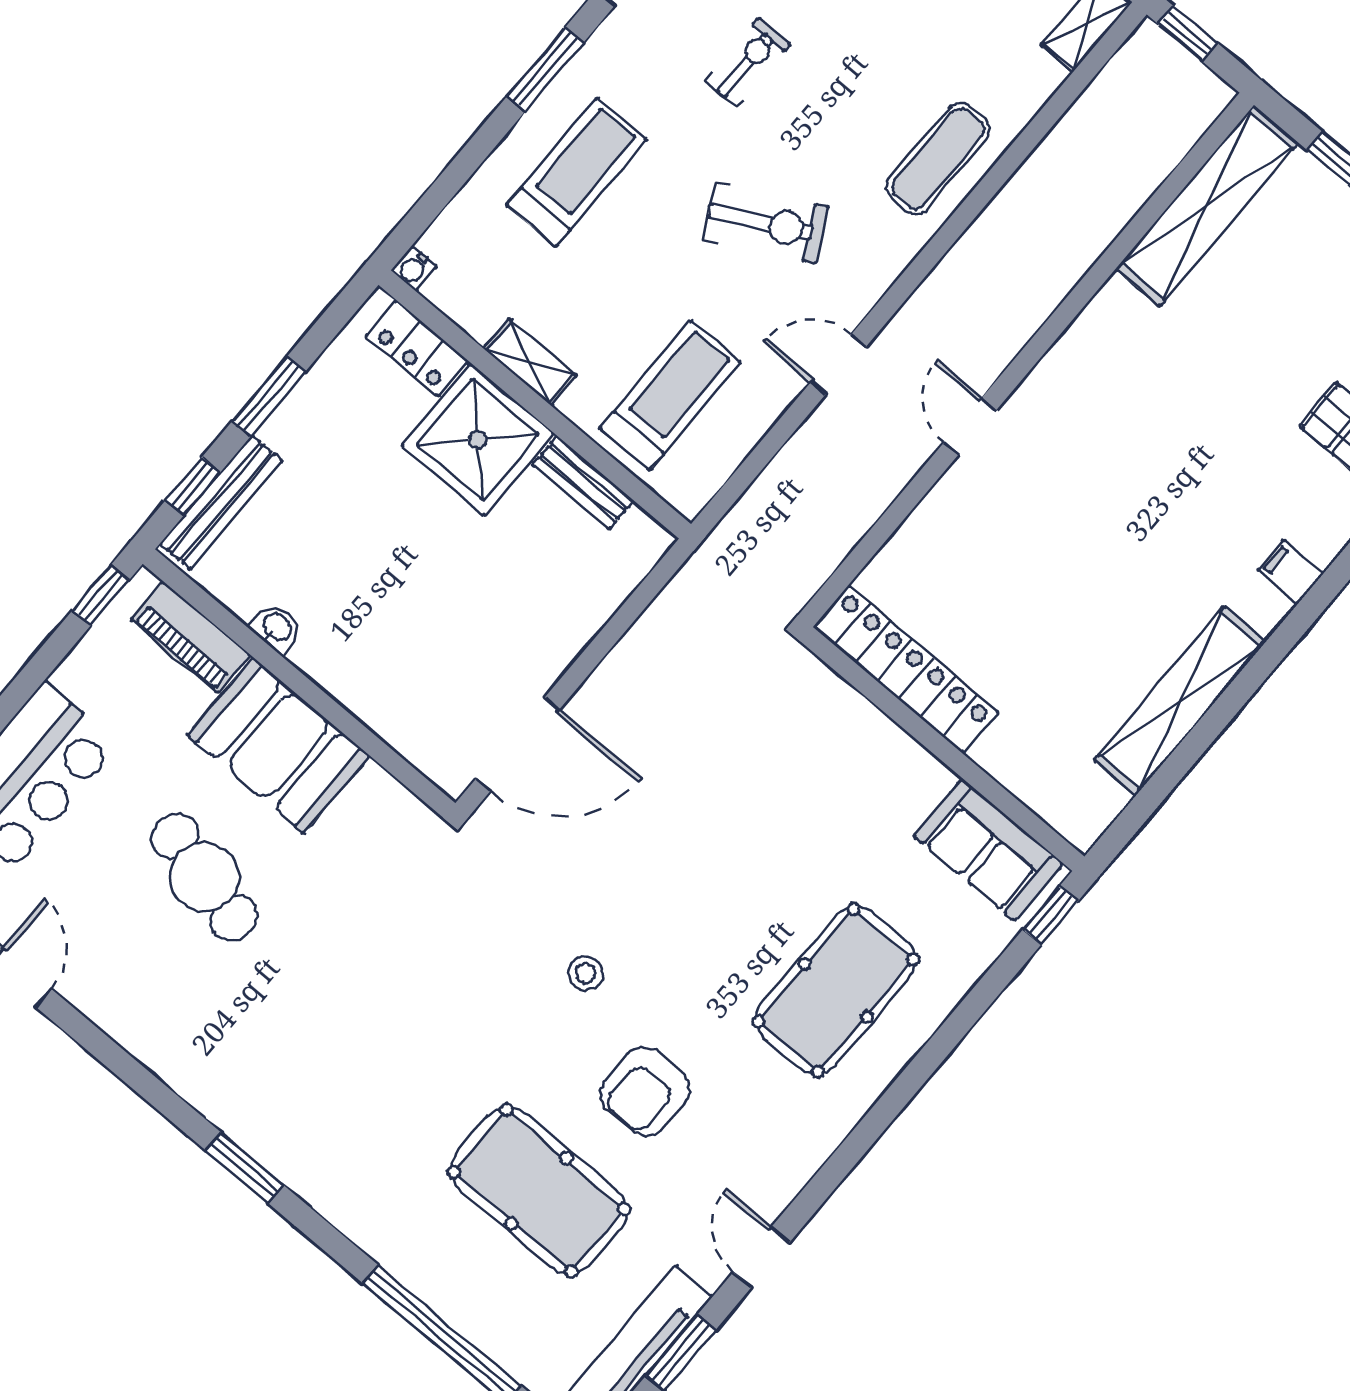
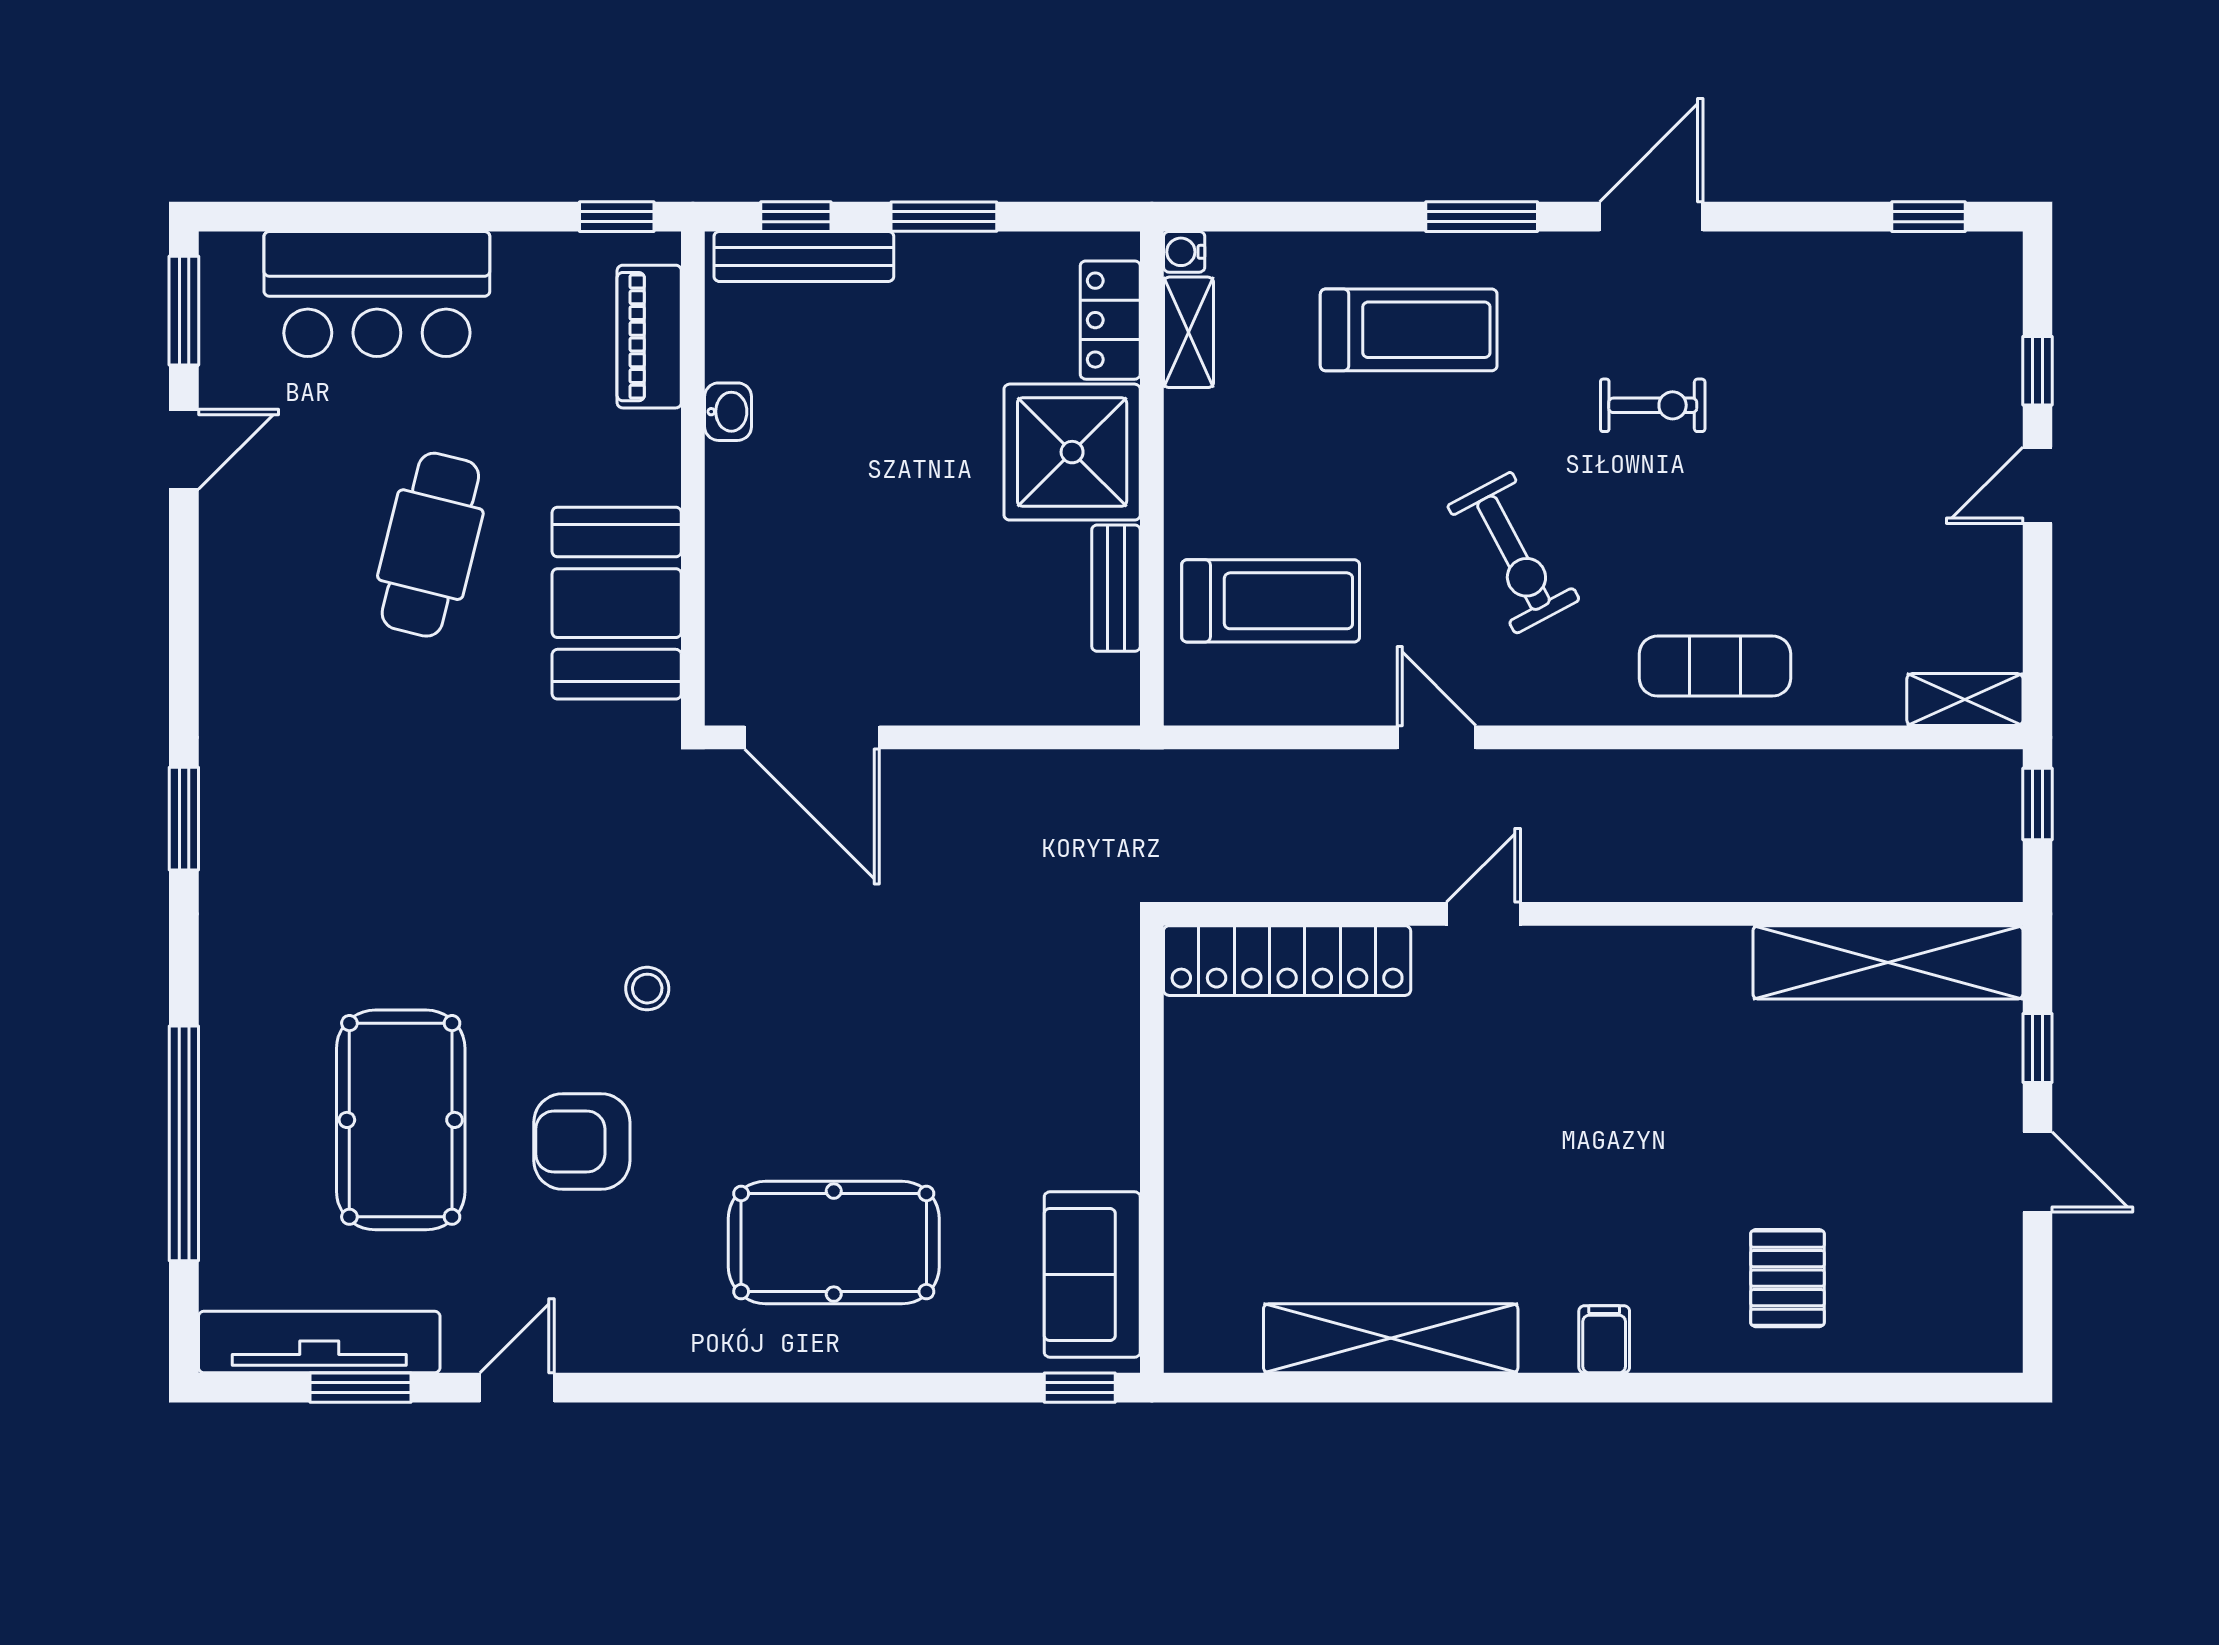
shelving: (530, 362) -> (1189, 332), moved
locker: (906, 669) -> (1287, 961), moved, turned 90
booth: (278, 745) -> (617, 603), moved

